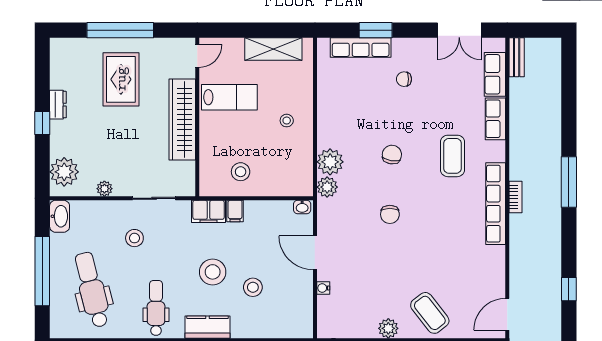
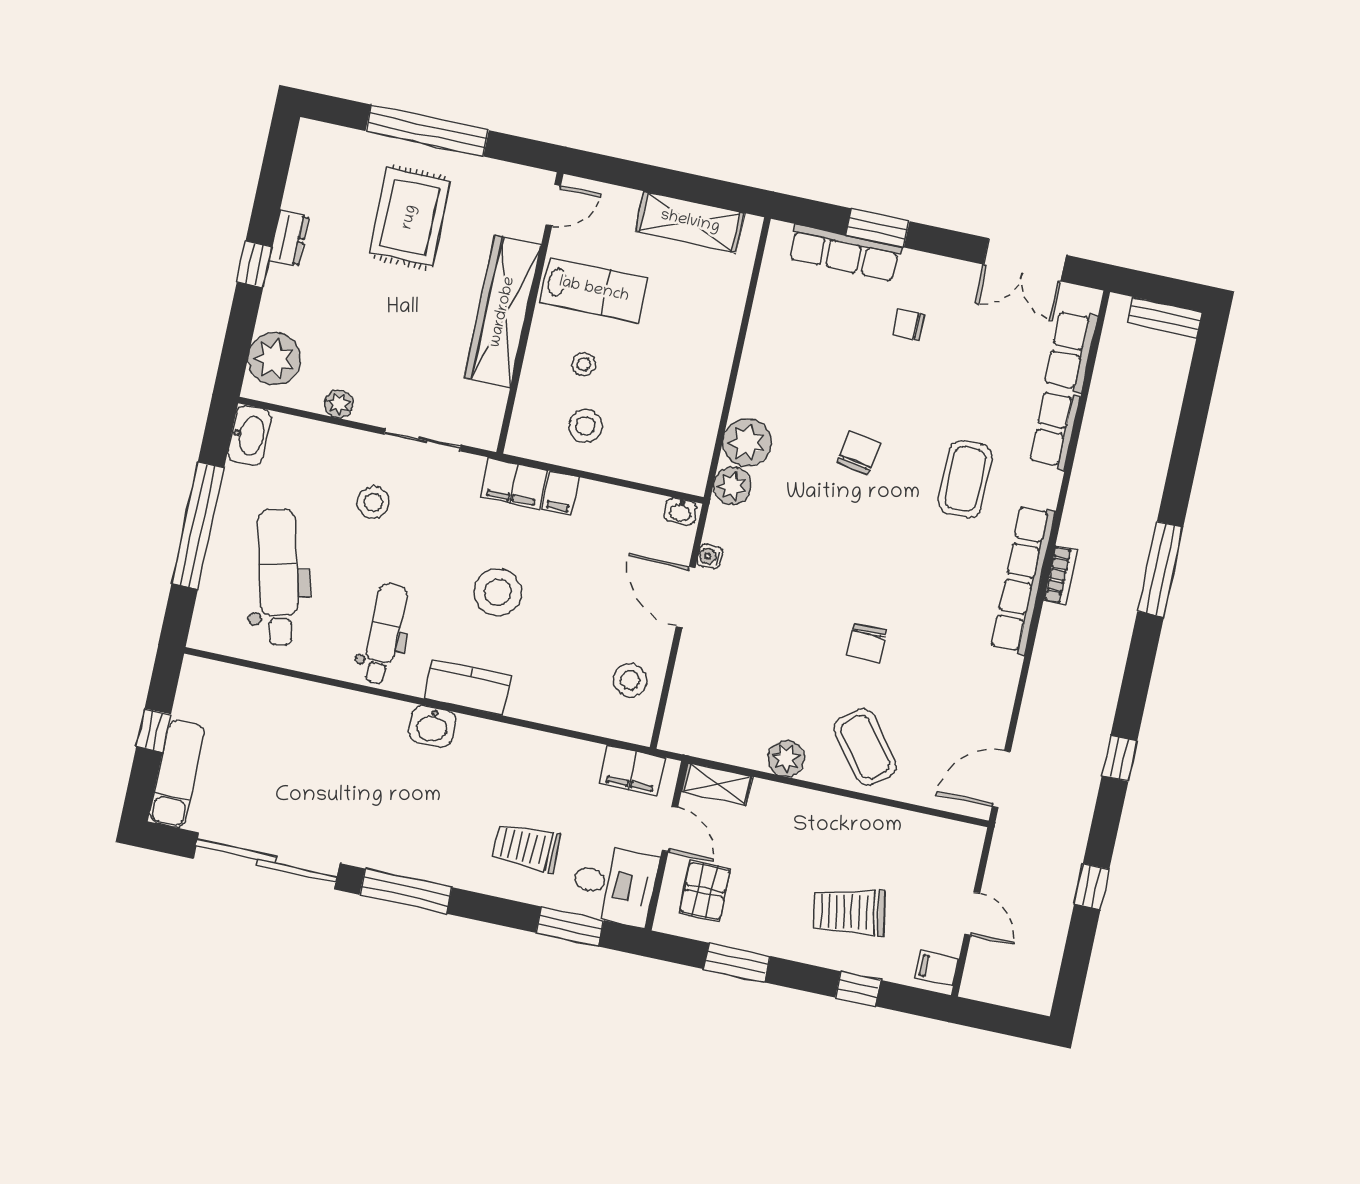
bench: (517, 57) -> (1165, 318), moved, turned 90
stool: (287, 121) -> (584, 364), moved
chair: (390, 214) -> (867, 643), moved
stool: (253, 287) -> (630, 680), moved
water cooler: (323, 288) -> (710, 556), moved

